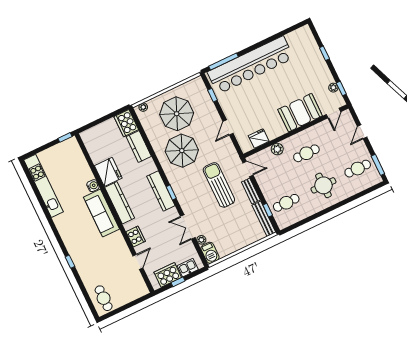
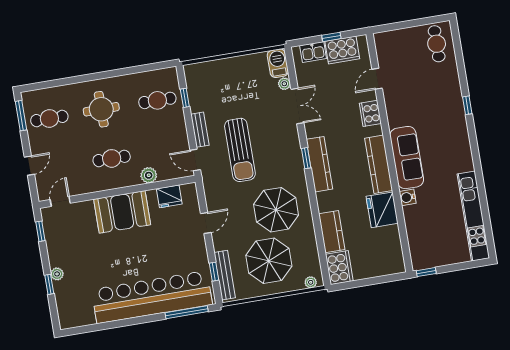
plant: (333, 88) -> (57, 274), moved
booth: (300, 113) -> (122, 212), moved
bench: (264, 219) -> (225, 275), moved

